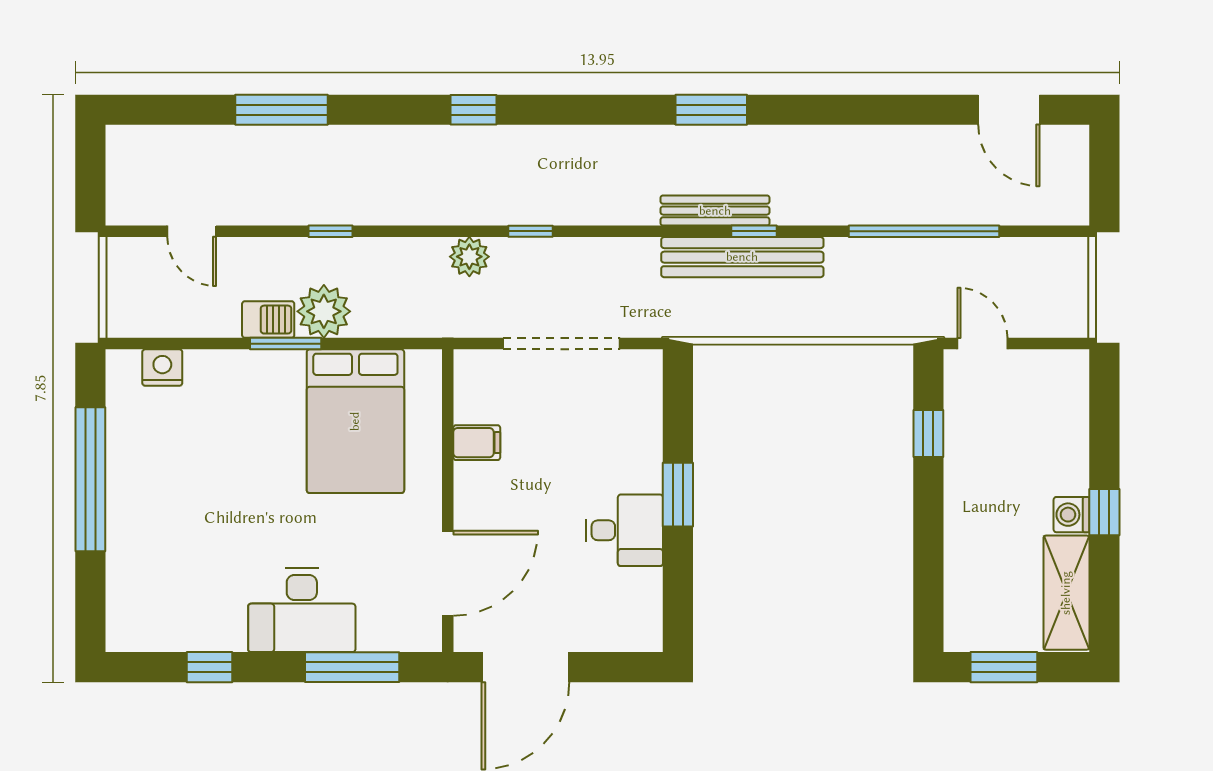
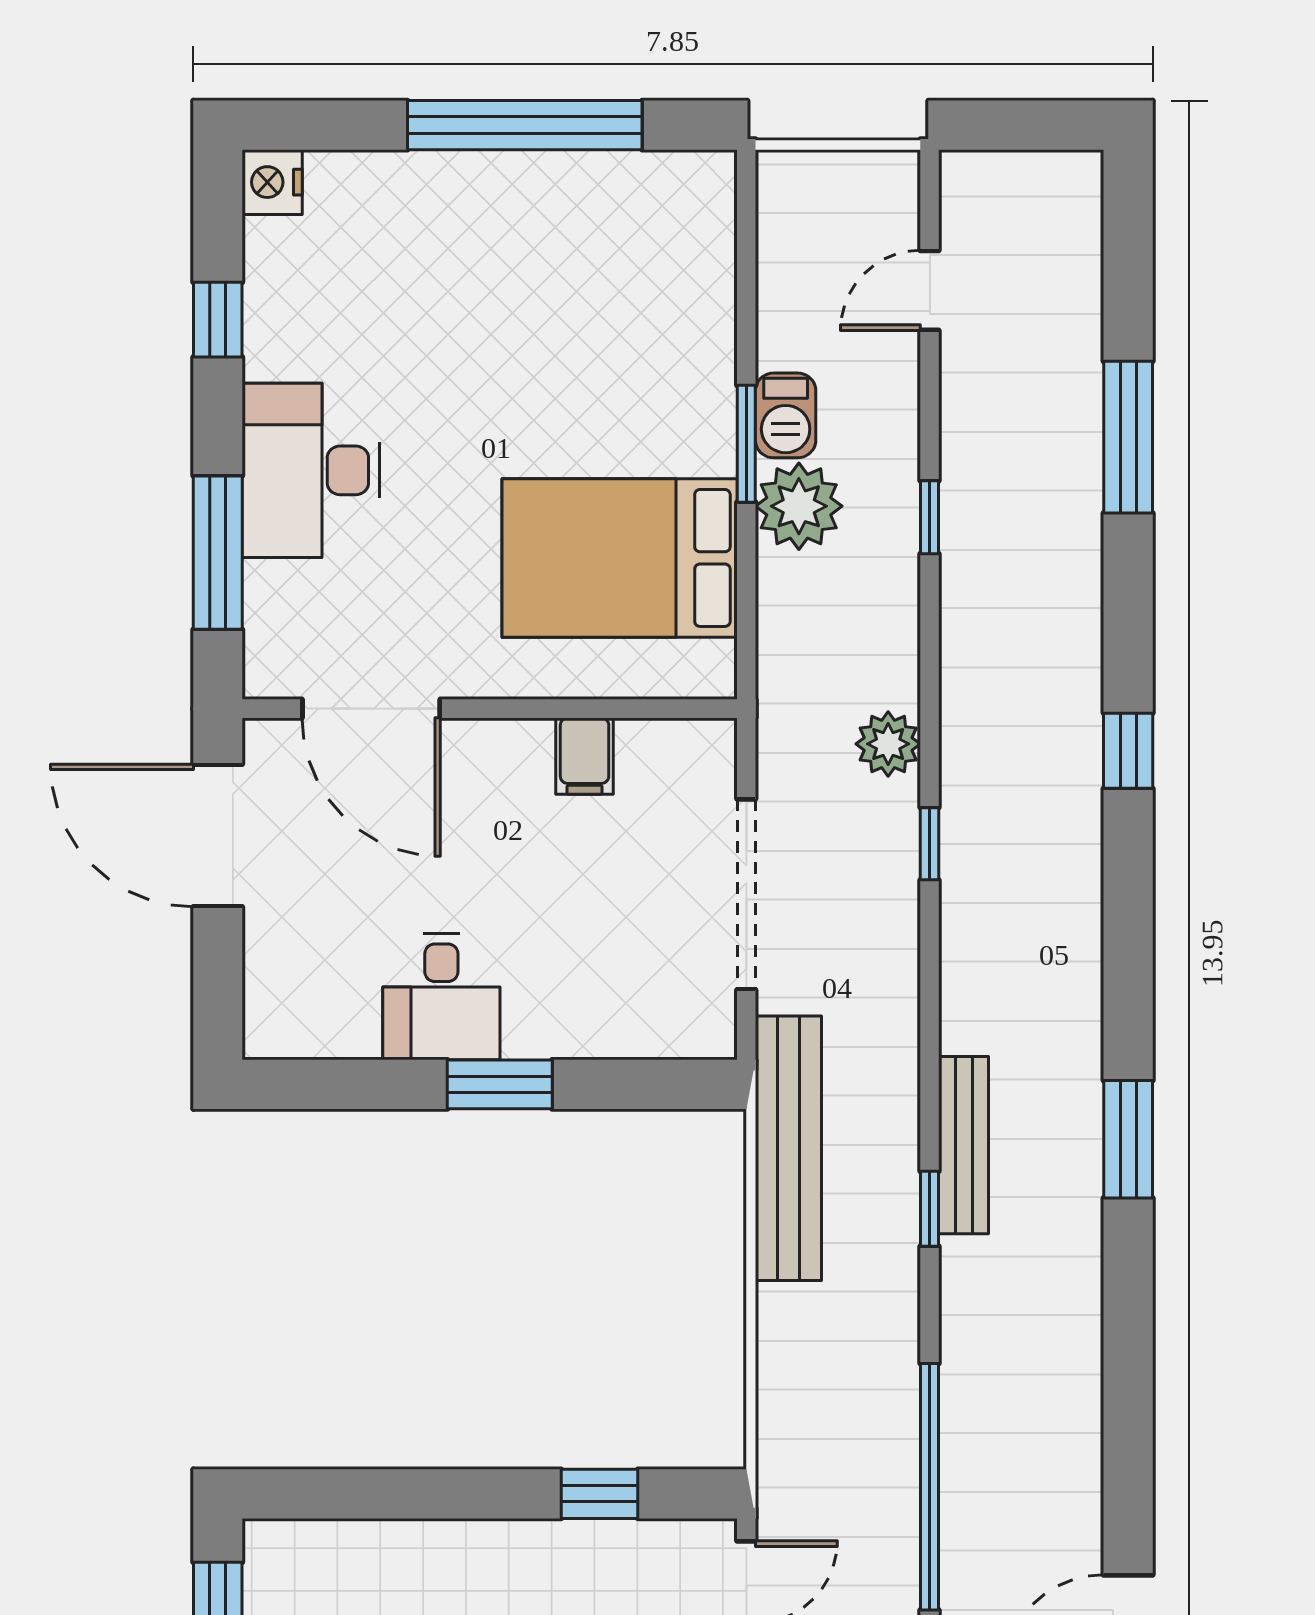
bench: (742, 257) -> (788, 1148), moved
nightstand: (162, 368) -> (272, 182), moved, turned 180

